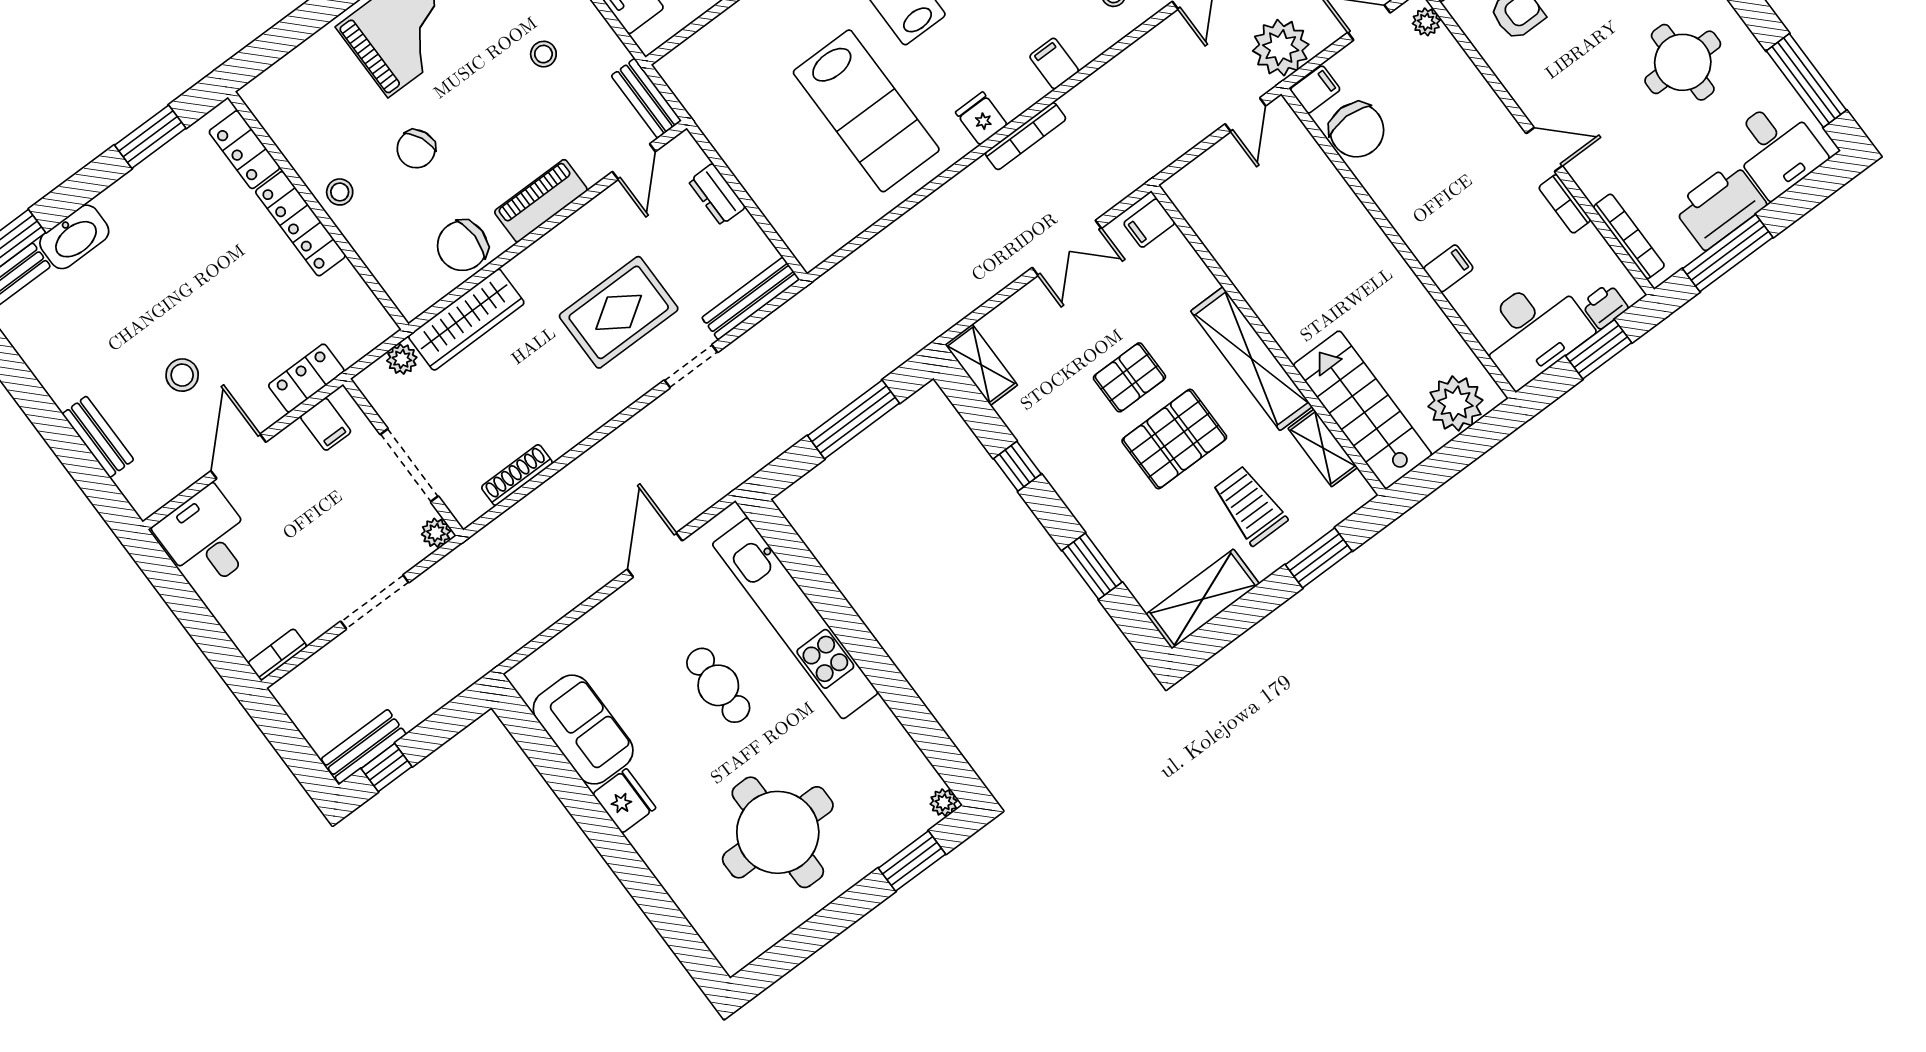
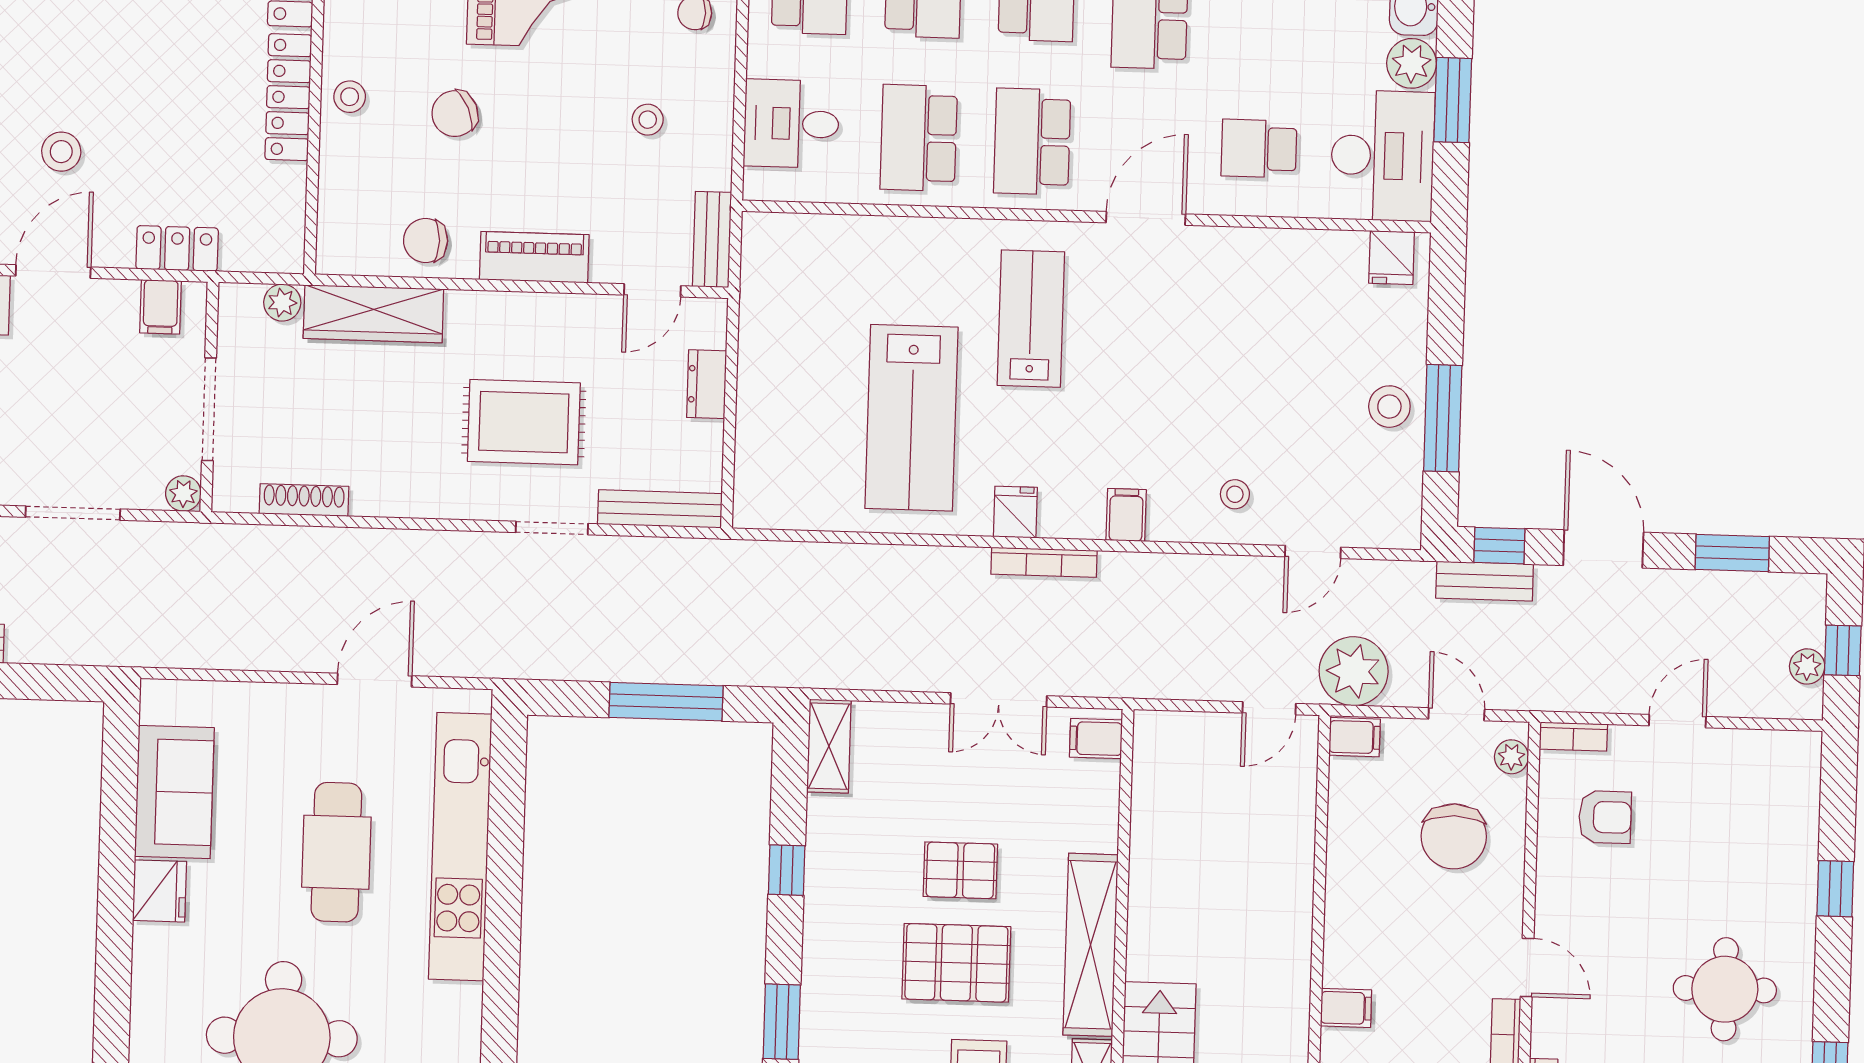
chair: (1357, 130) -> (1454, 836), moved
chair: (462, 246) -> (426, 241), width x0.73, depth x0.73
cafe table: (718, 685) -> (336, 852), width x1.37, depth x1.35

